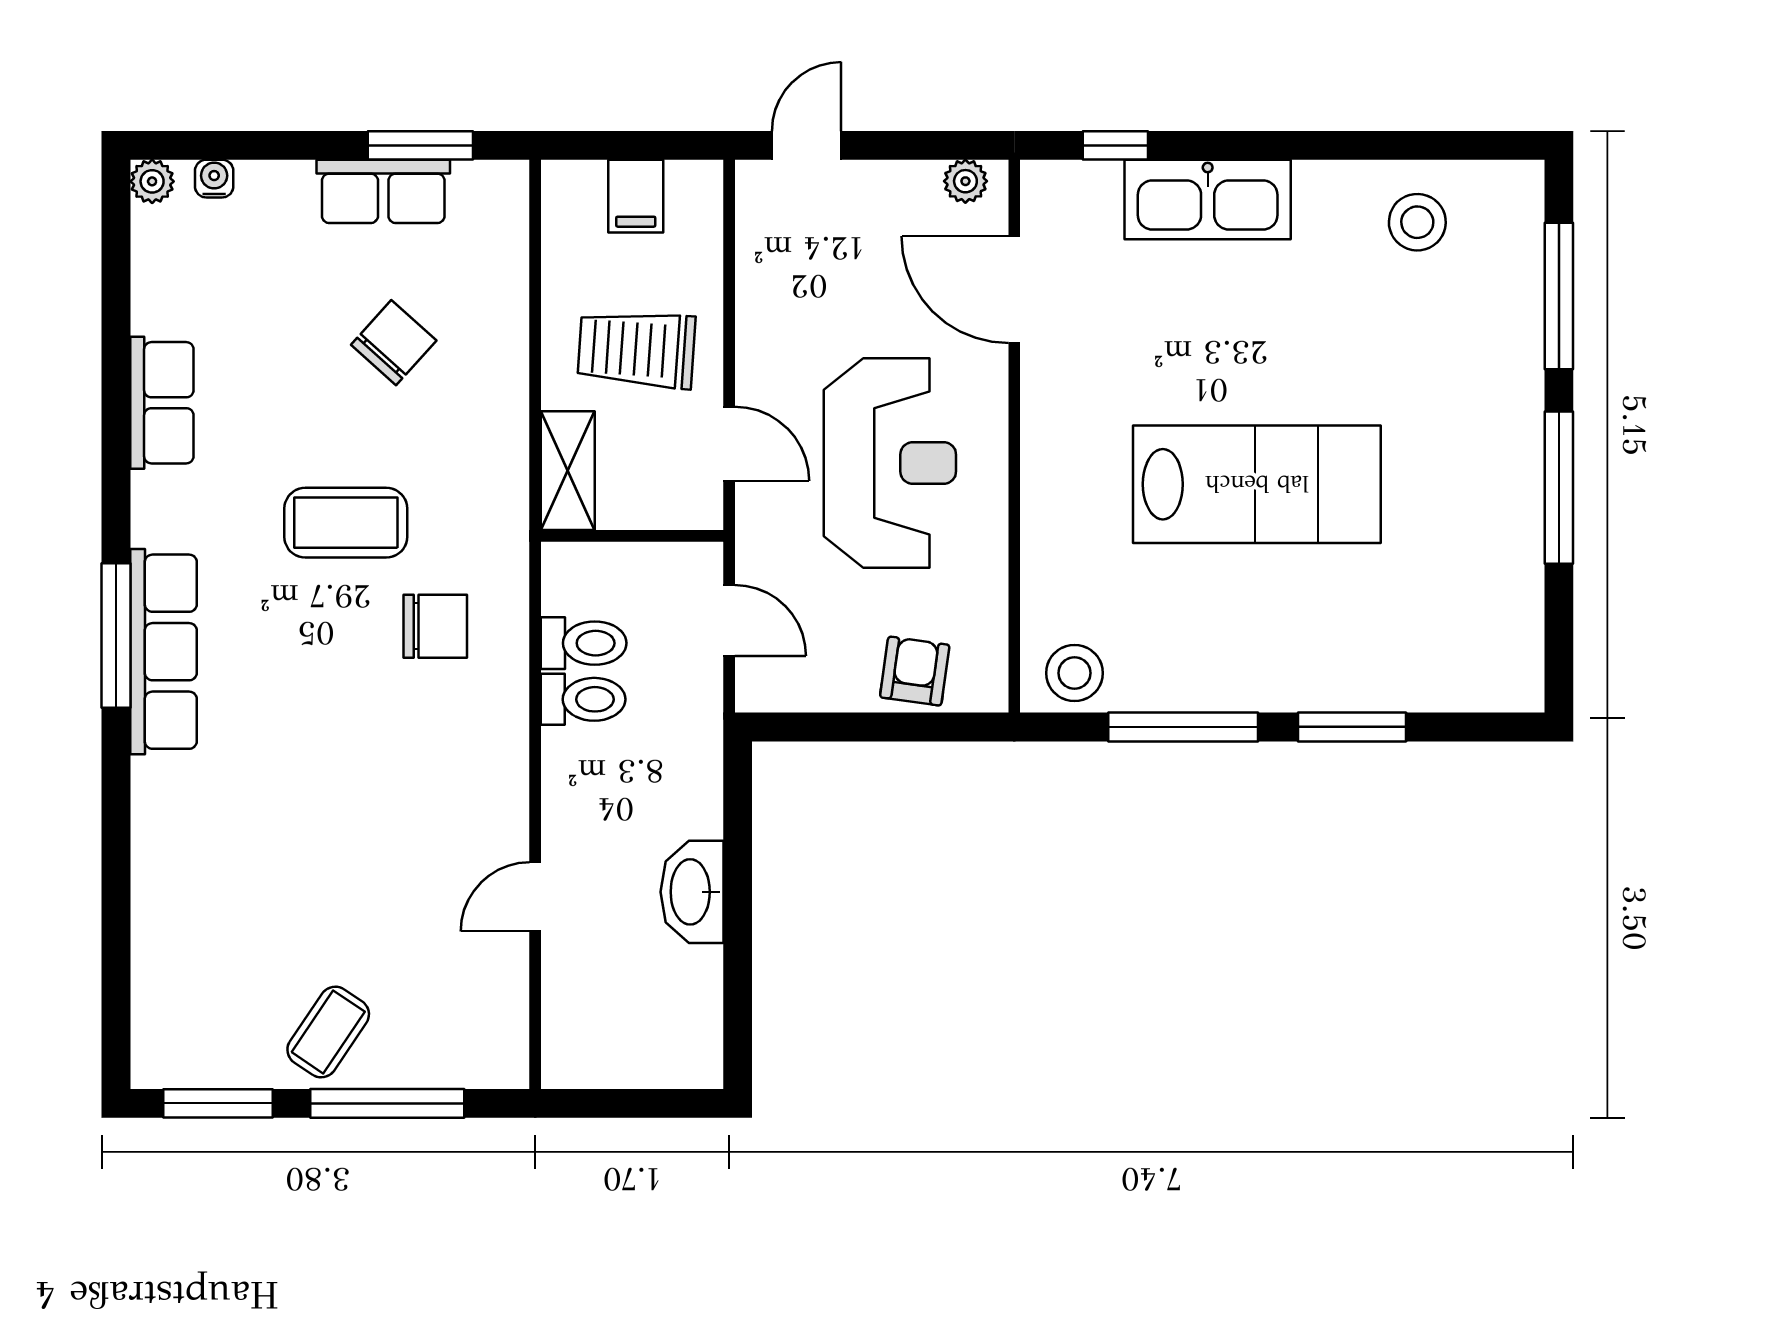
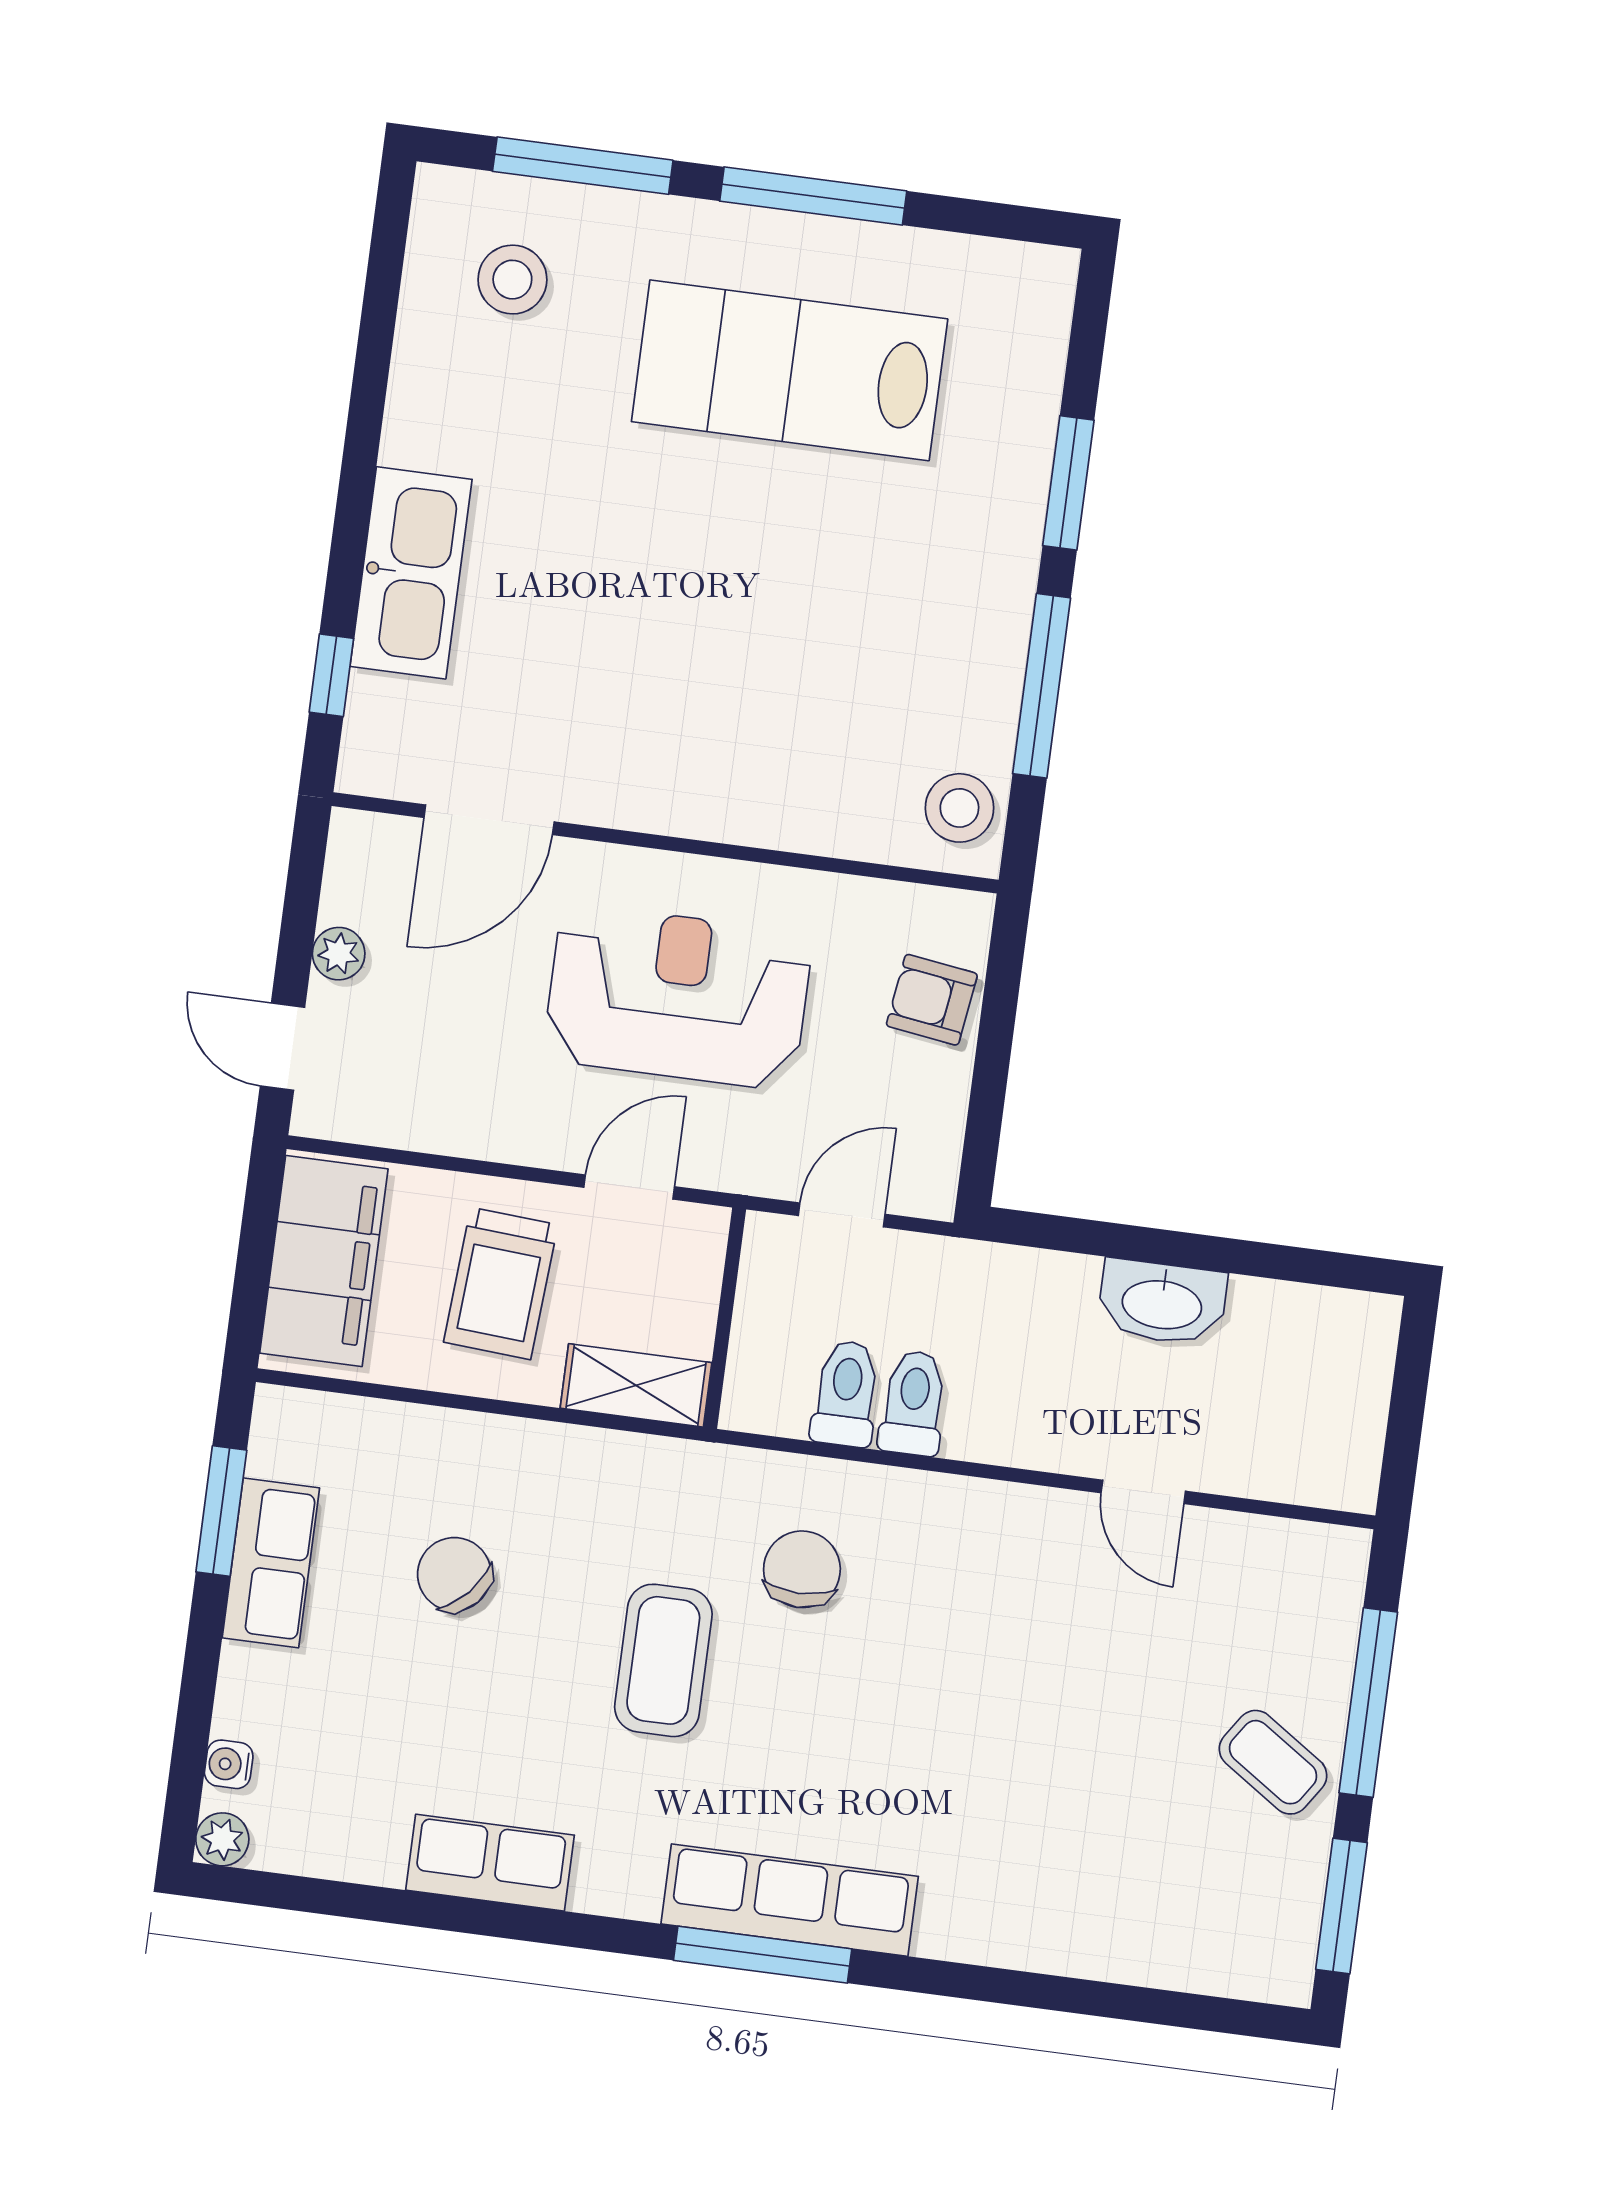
plant: (965, 181) -> (339, 954), moved
filing cabinet: (636, 196) -> (324, 1261), width x3.00, depth x1.17
stool: (1417, 222) -> (512, 280), moved
lab bench: (1257, 484) -> (790, 370), moved, turned -90

